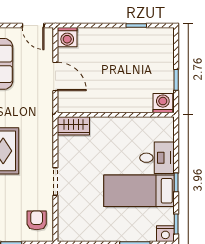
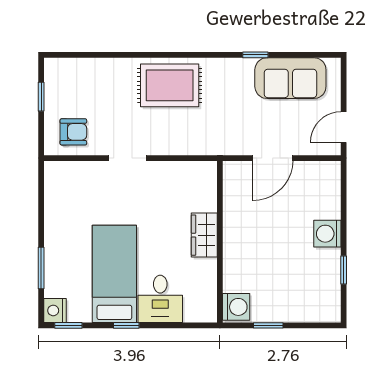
washing machine: (67, 37) -> (327, 234), moved
wardrobe: (73, 126) -> (204, 235), moved

